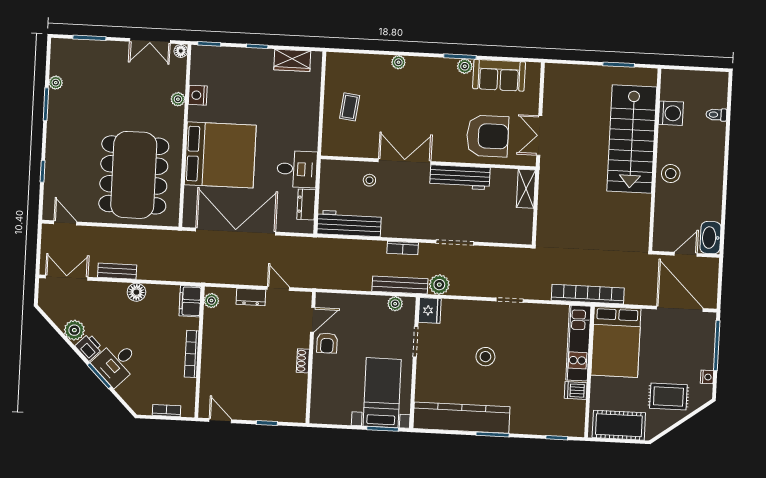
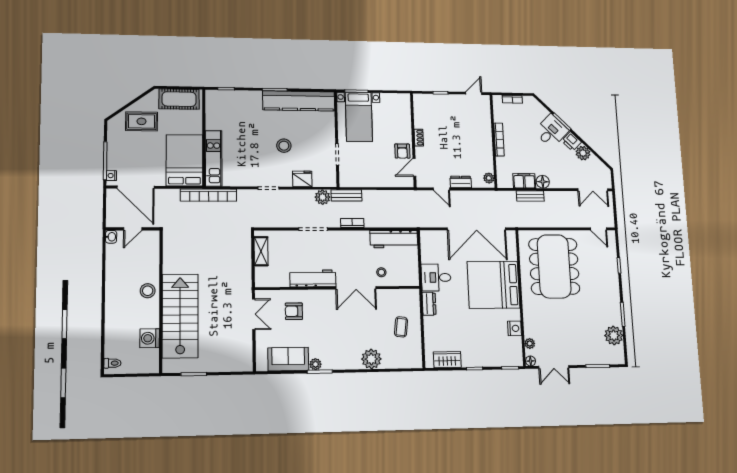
double door: (150, 41) -> (554, 367), swing flipped
plant: (398, 62) -> (371, 359), width x1.88, depth x1.88
plant: (56, 83) -> (614, 335), width x1.87, depth x1.87
plant: (178, 99) -> (530, 343), moved
toilet: (716, 115) -> (112, 363), moved
armchair: (488, 136) -> (294, 311), width x0.53, depth x0.53
shelving: (526, 189) -> (261, 251), moved
dresser: (306, 204) -> (429, 304), moved
washbasin: (710, 238) -> (111, 237), width x0.52, depth x0.69
bench: (117, 271) -> (530, 196), moved
bench: (400, 285) -> (347, 195), width x0.73
filing cabinet: (190, 301) -> (524, 181), moved, turned -90
plant: (395, 304) -> (355, 182), removed
fridge: (430, 310) -> (302, 179), moved, turned 90
armchair: (327, 343) -> (402, 151), turned 180
nightstand: (707, 377) -> (111, 176), moved
dishwasher: (576, 390) -> (214, 123), removed
door: (220, 421) -> (474, 93), swing flipped

